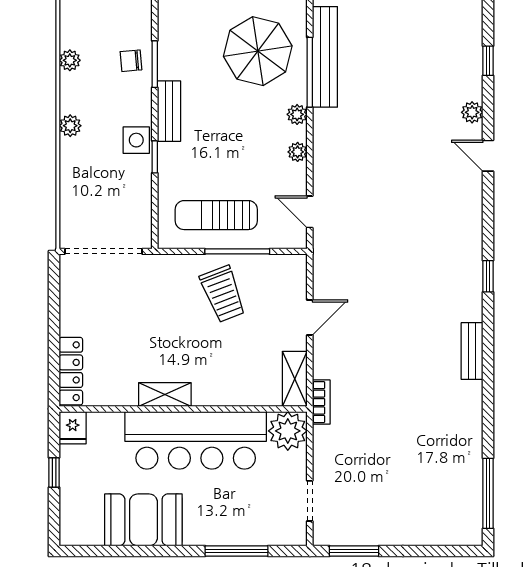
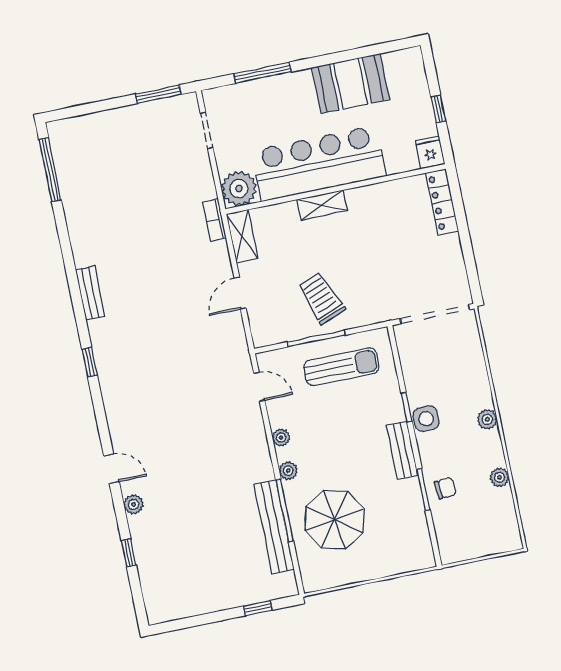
shelving: (165, 395) -> (322, 205), moved

